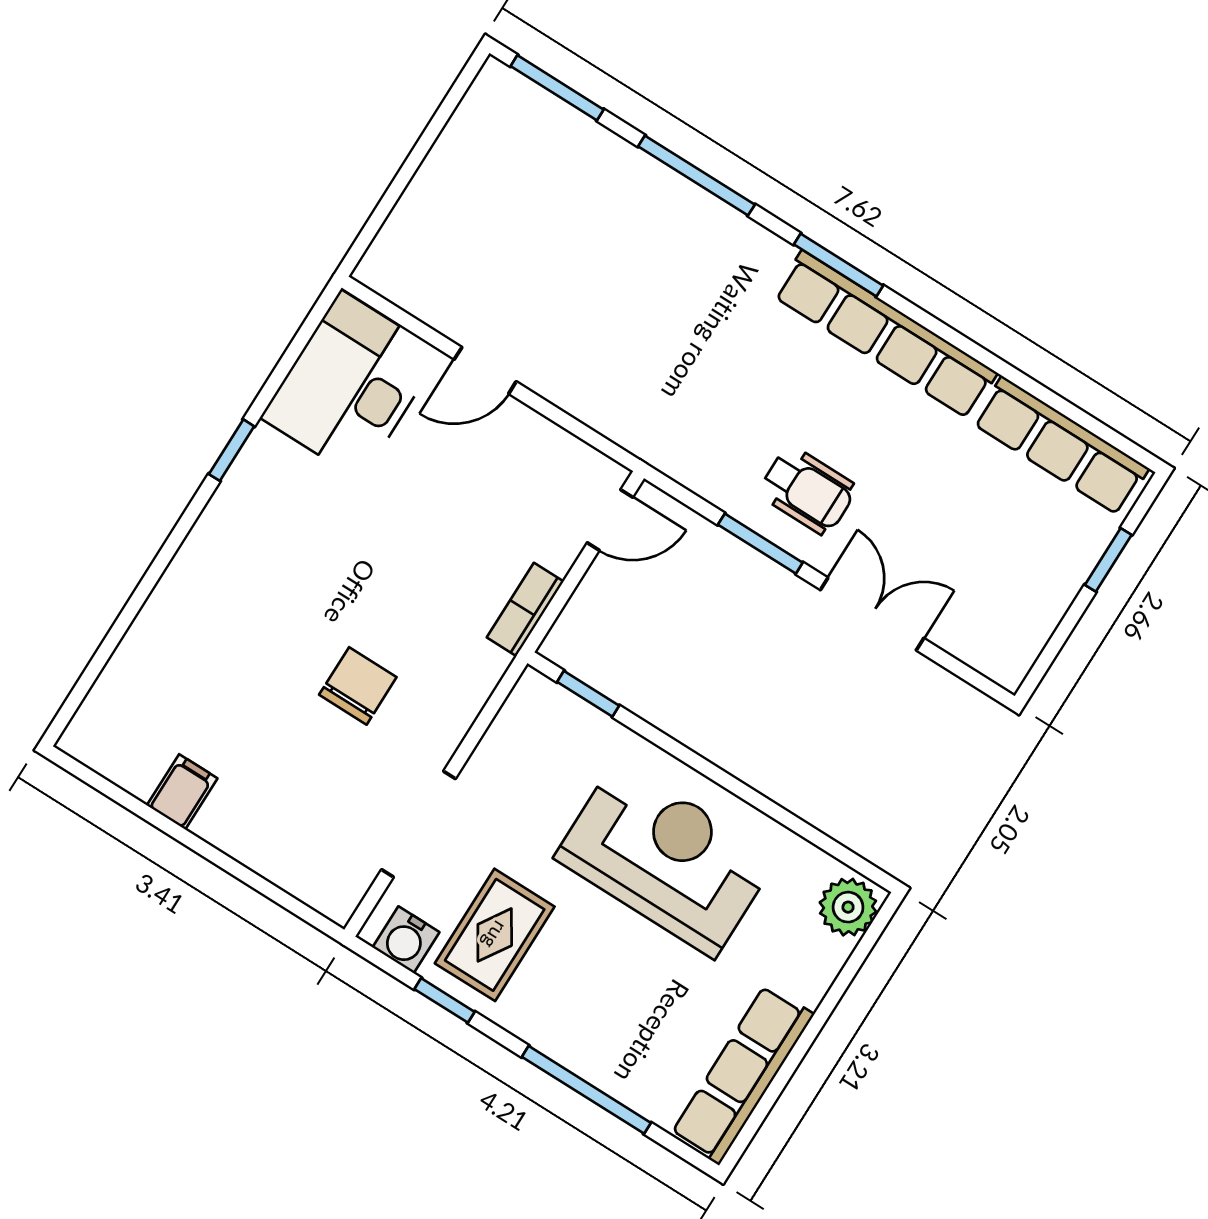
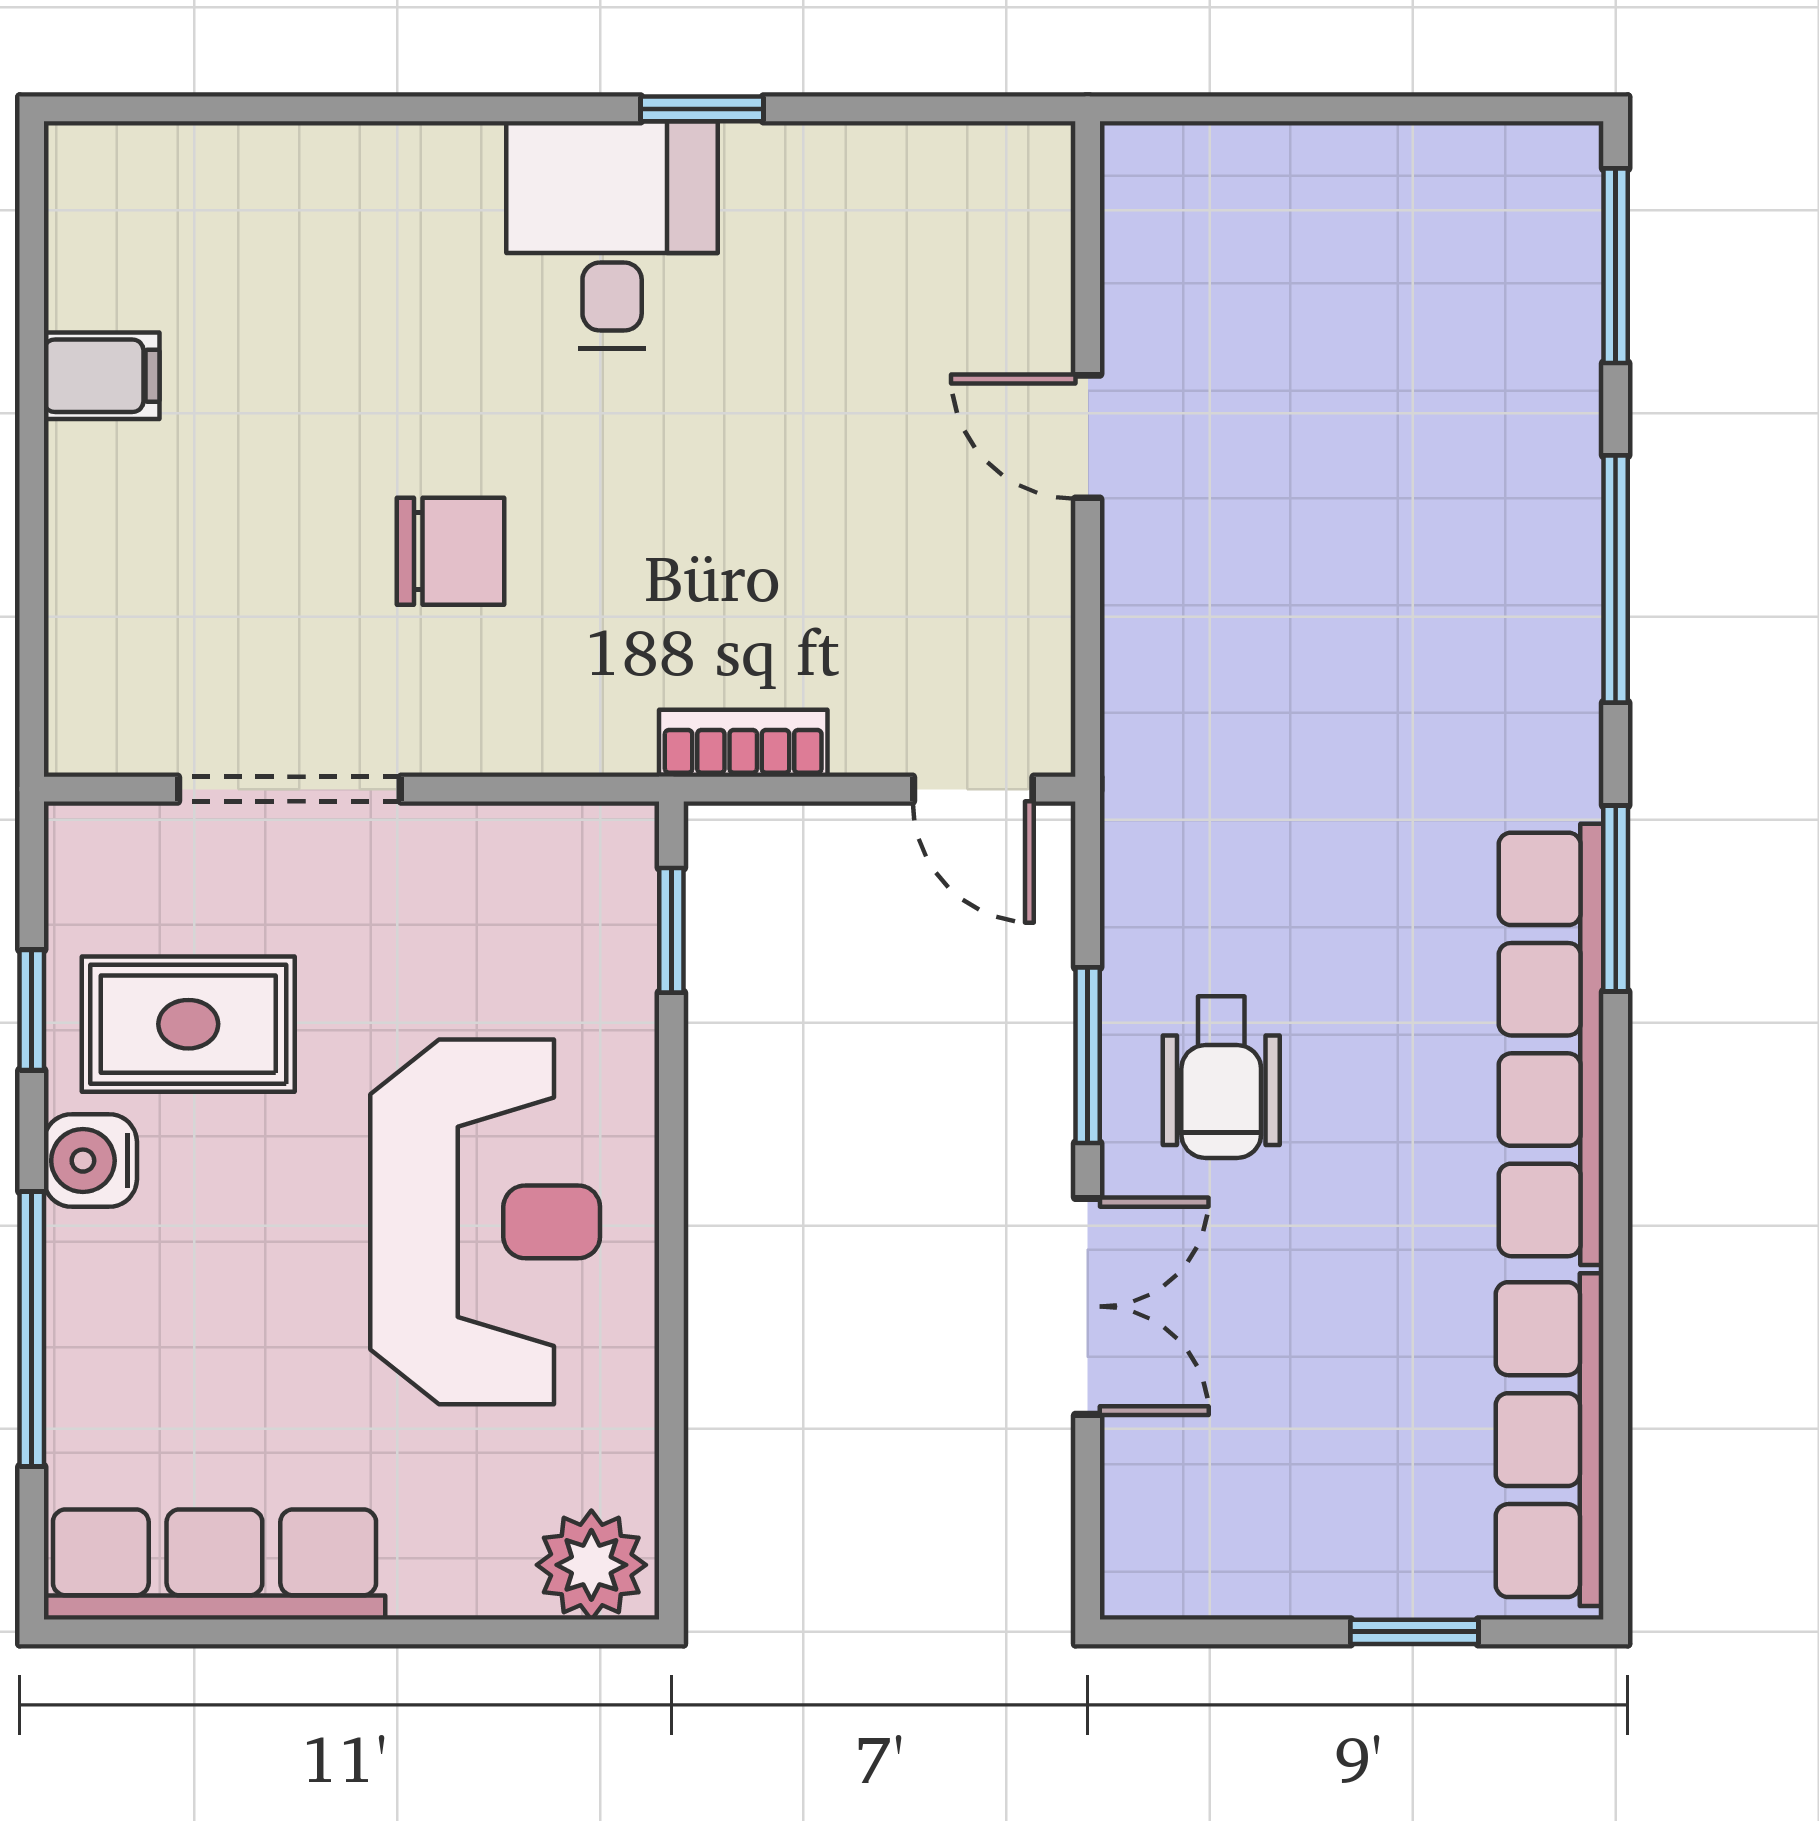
desk: (351, 385) -> (612, 235), moved, width x0.73
water cooler: (406, 940) -> (90, 1161), moved

